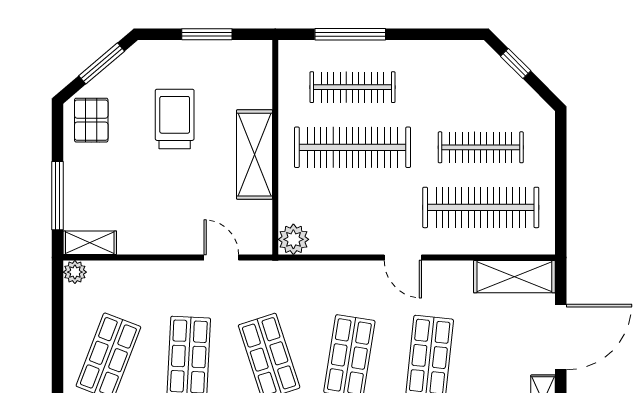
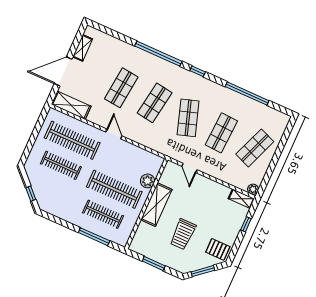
pallet: (91, 120) -> (218, 249), turned 90
window: (58, 196) -> (246, 224), width x0.46
plant: (293, 239) -> (148, 181), moved

